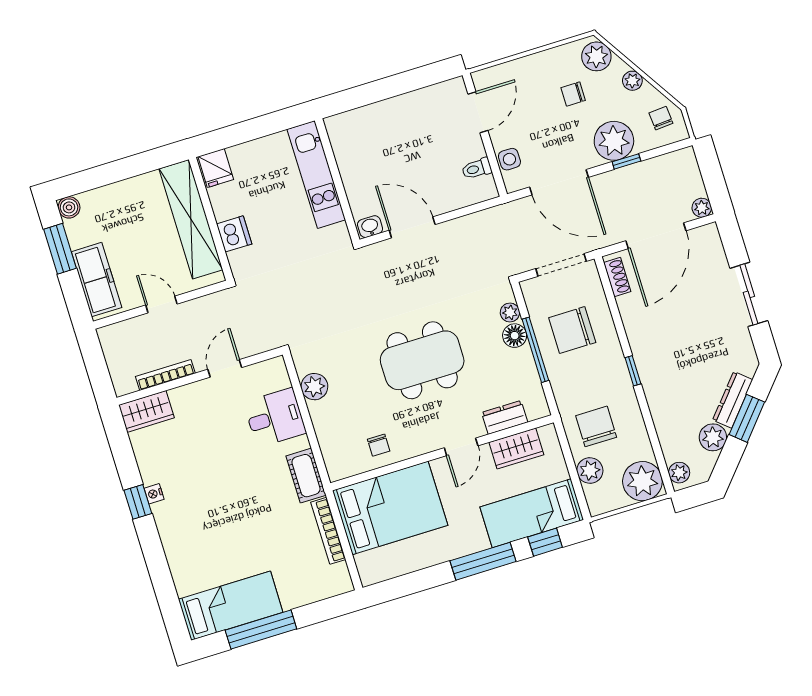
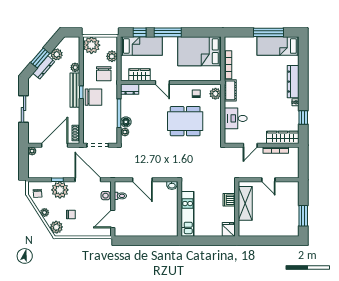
boiler: (69, 207) -> (294, 232), removed
shelving: (191, 219) -> (245, 203), width x0.68
door: (412, 227) -> (142, 180), moved
freezer: (97, 280) -> (292, 198), removed
chair: (572, 330) -> (93, 97), moved
dining table: (422, 360) -> (185, 121), moved
bench: (649, 371) -> (75, 90), added
plant: (314, 387) -> (215, 94), moved
wardrobe: (146, 411) -> (283, 137), width x1.50
dresser: (505, 417) -> (130, 89), moved
door: (461, 447) -> (162, 83), swing flipped
plant: (679, 473) -> (75, 67), moved
window: (138, 502) -> (303, 117), moved
bed: (390, 508) -> (199, 51), moved
dresser: (173, 538) -> (293, 82), added

